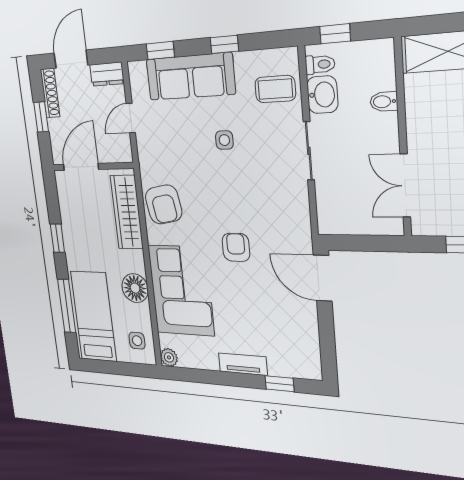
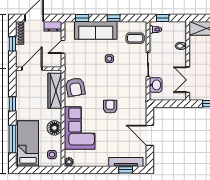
washbasin: (322, 95) -> (156, 85), moved
door: (323, 278) -> (150, 135), moved
tv unit: (243, 364) -> (126, 162), moved, width x1.41

